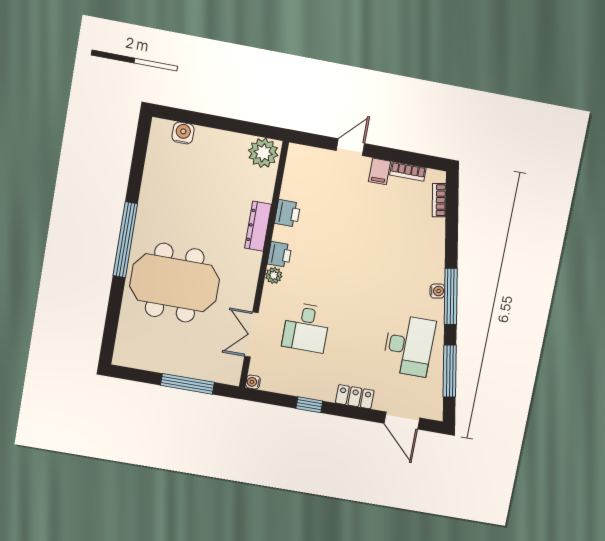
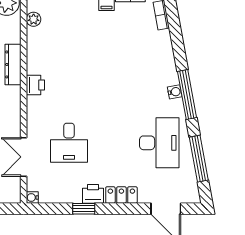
printer: (288, 213) -> (93, 194), moved, turned -90
plant: (274, 275) -> (34, 19), moved

